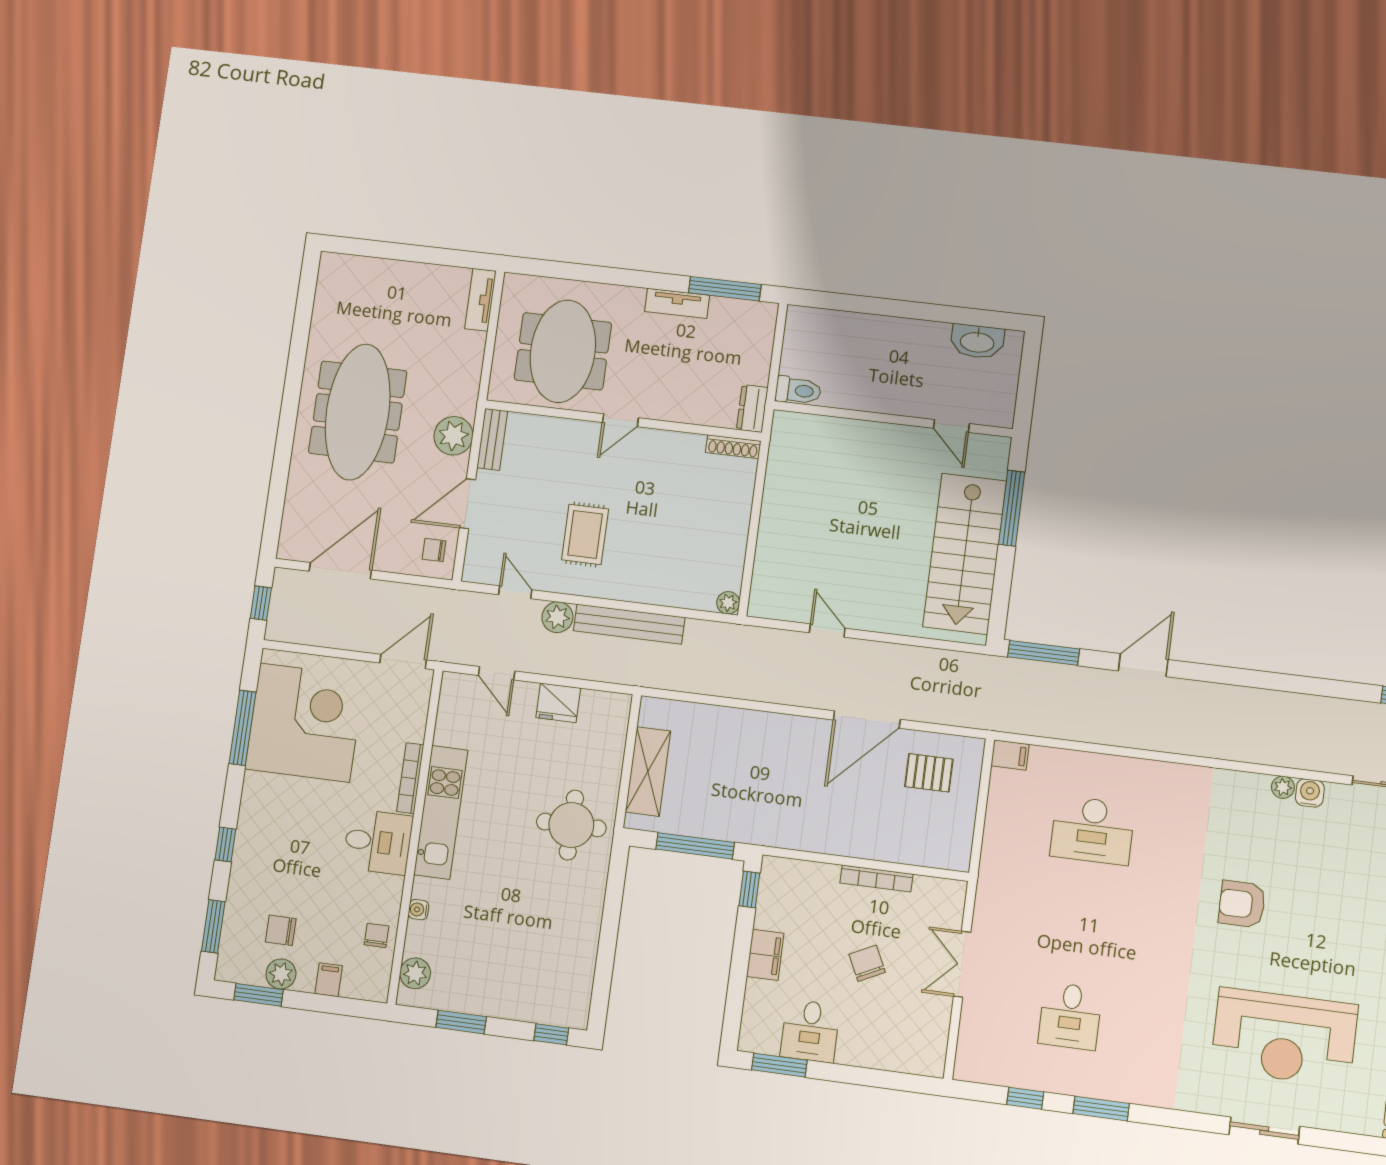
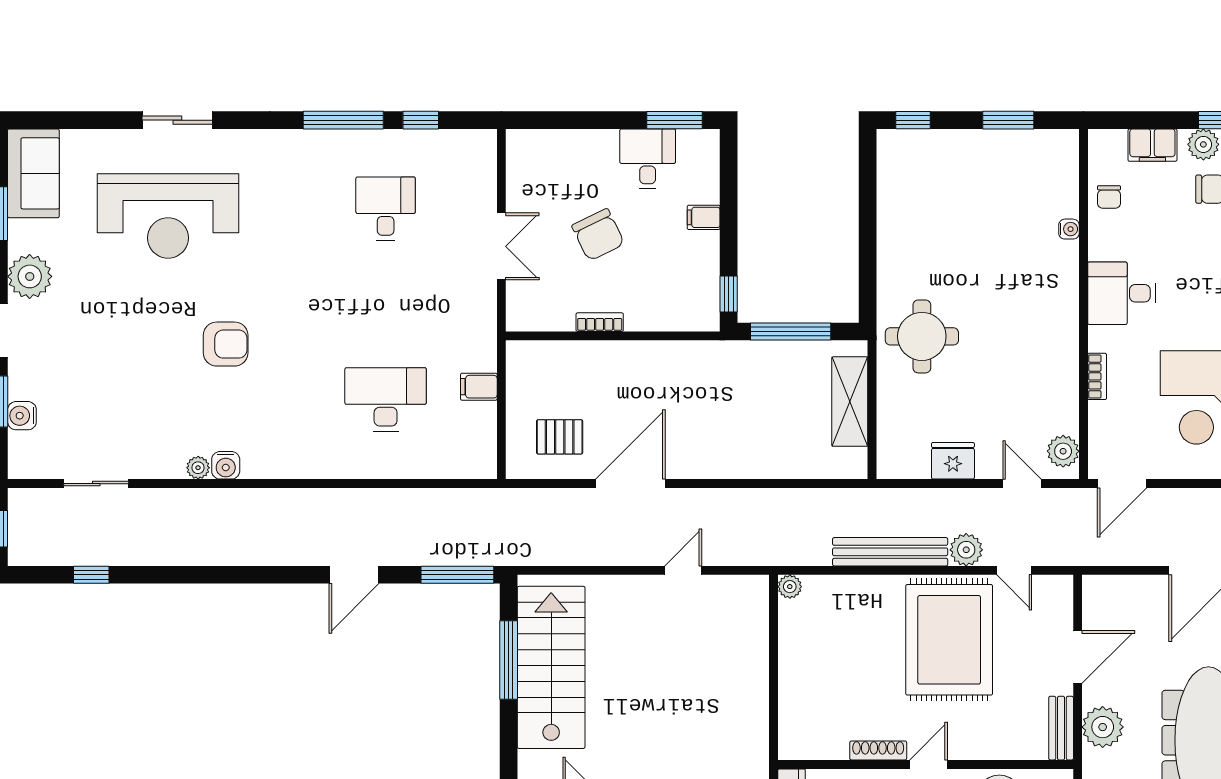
shoe rack: (733, 447) -> (878, 750), moved
window: (1012, 508) -> (509, 660), moved
rug: (585, 534) -> (949, 640), width x1.86, depth x2.06
chair: (434, 550) -> (1106, 604), removed
door: (827, 631) -> (683, 570), swing flipped
filing cabinet: (1010, 755) -> (479, 387), moved
bookcase: (410, 778) -> (1097, 376), width x0.64
water cooler: (1310, 793) -> (226, 465), moved
kitchen unit: (441, 812) -> (1060, 332), removed
bookcase: (876, 878) -> (600, 322), width x0.64
filing cabinet: (765, 955) -> (704, 217), width x0.50
chair: (867, 963) -> (598, 235), width x1.37, depth x1.37
plant: (415, 973) -> (1063, 451), moved
filing cabinet: (329, 980) -> (1152, 145), width x2.00
reception desk: (1284, 1037) -> (168, 216), turned 180
window: (1101, 1109) -> (343, 120), width x1.44

